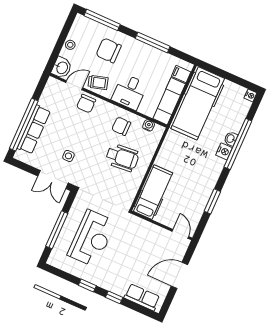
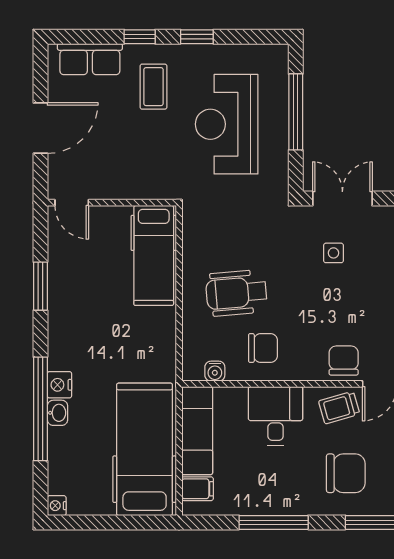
coffee table: (118, 271) -> (153, 87), added

